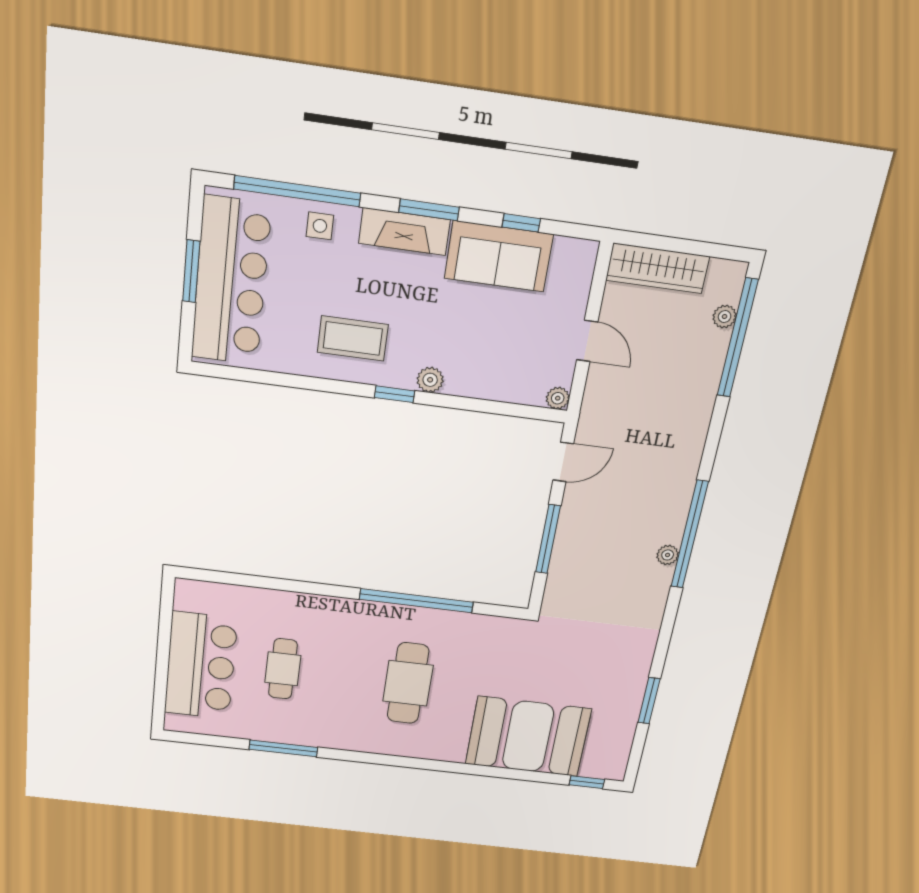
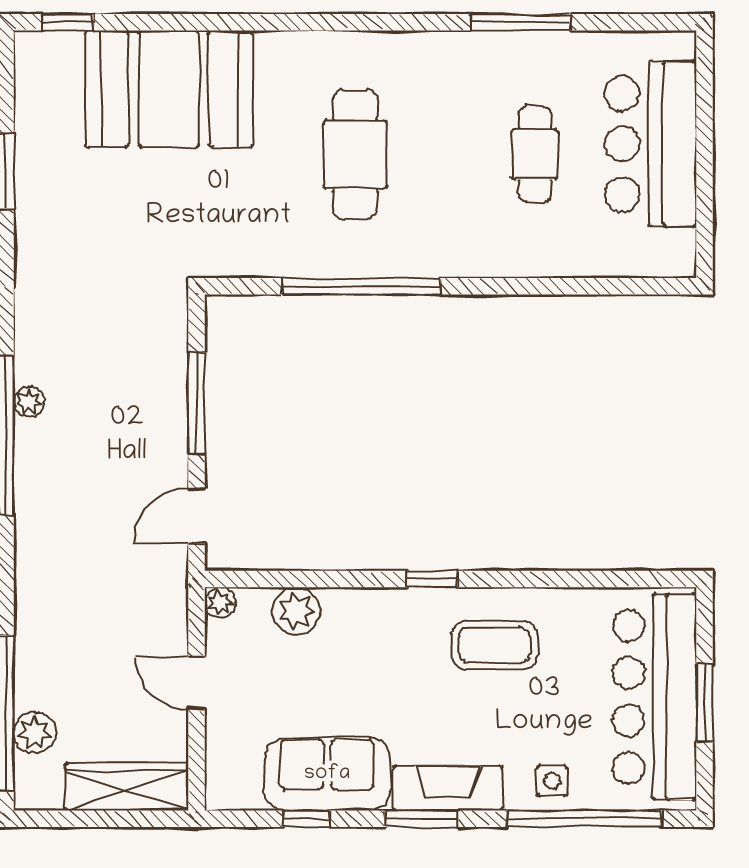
plant: (725, 317) -> (35, 733), width x1.38, depth x1.38
plant: (430, 380) -> (296, 611), moved, width x1.38, depth x1.38

